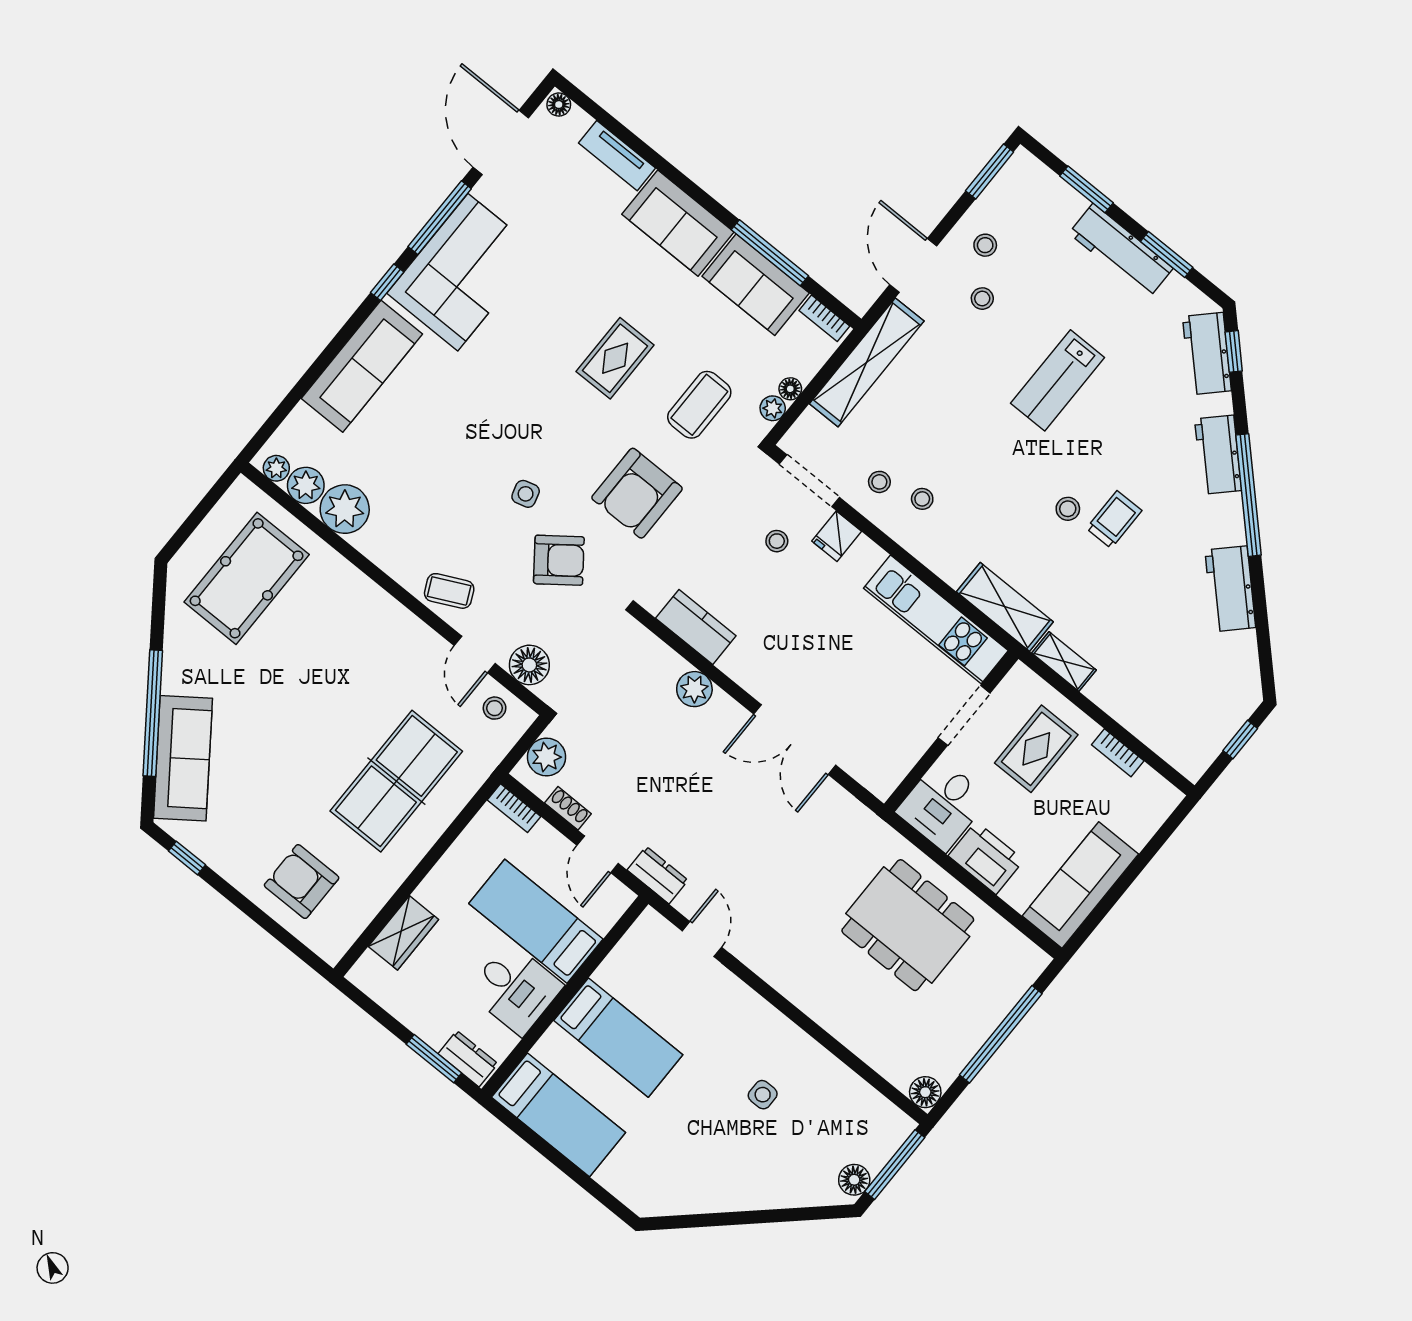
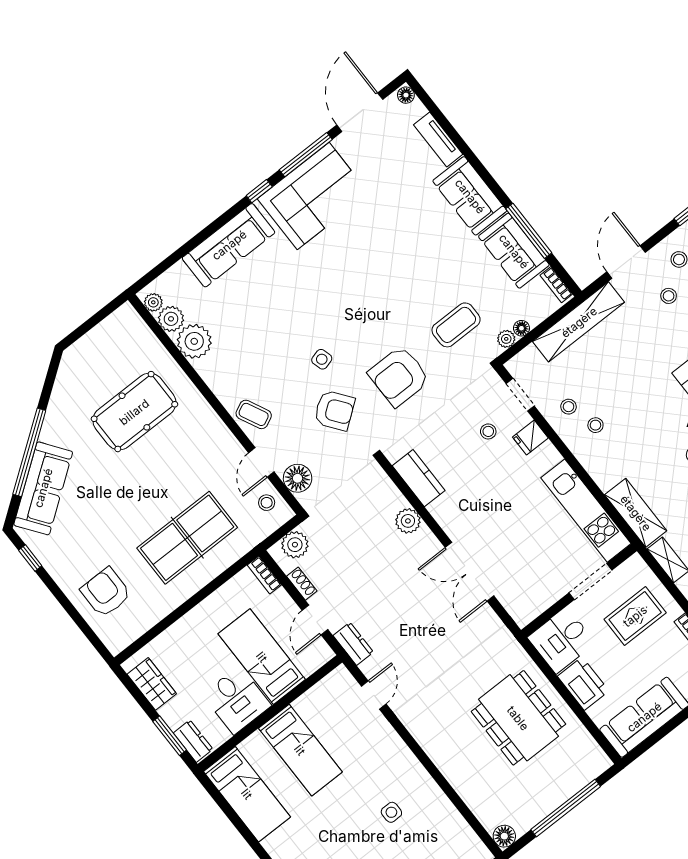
rug: (615, 358) -> (405, 279), removed
doorway: (809, 481) -> (520, 395), width x0.73
pool table: (247, 578) -> (134, 412), moved
wardrobe: (403, 933) -> (152, 684), moved, turned -90

